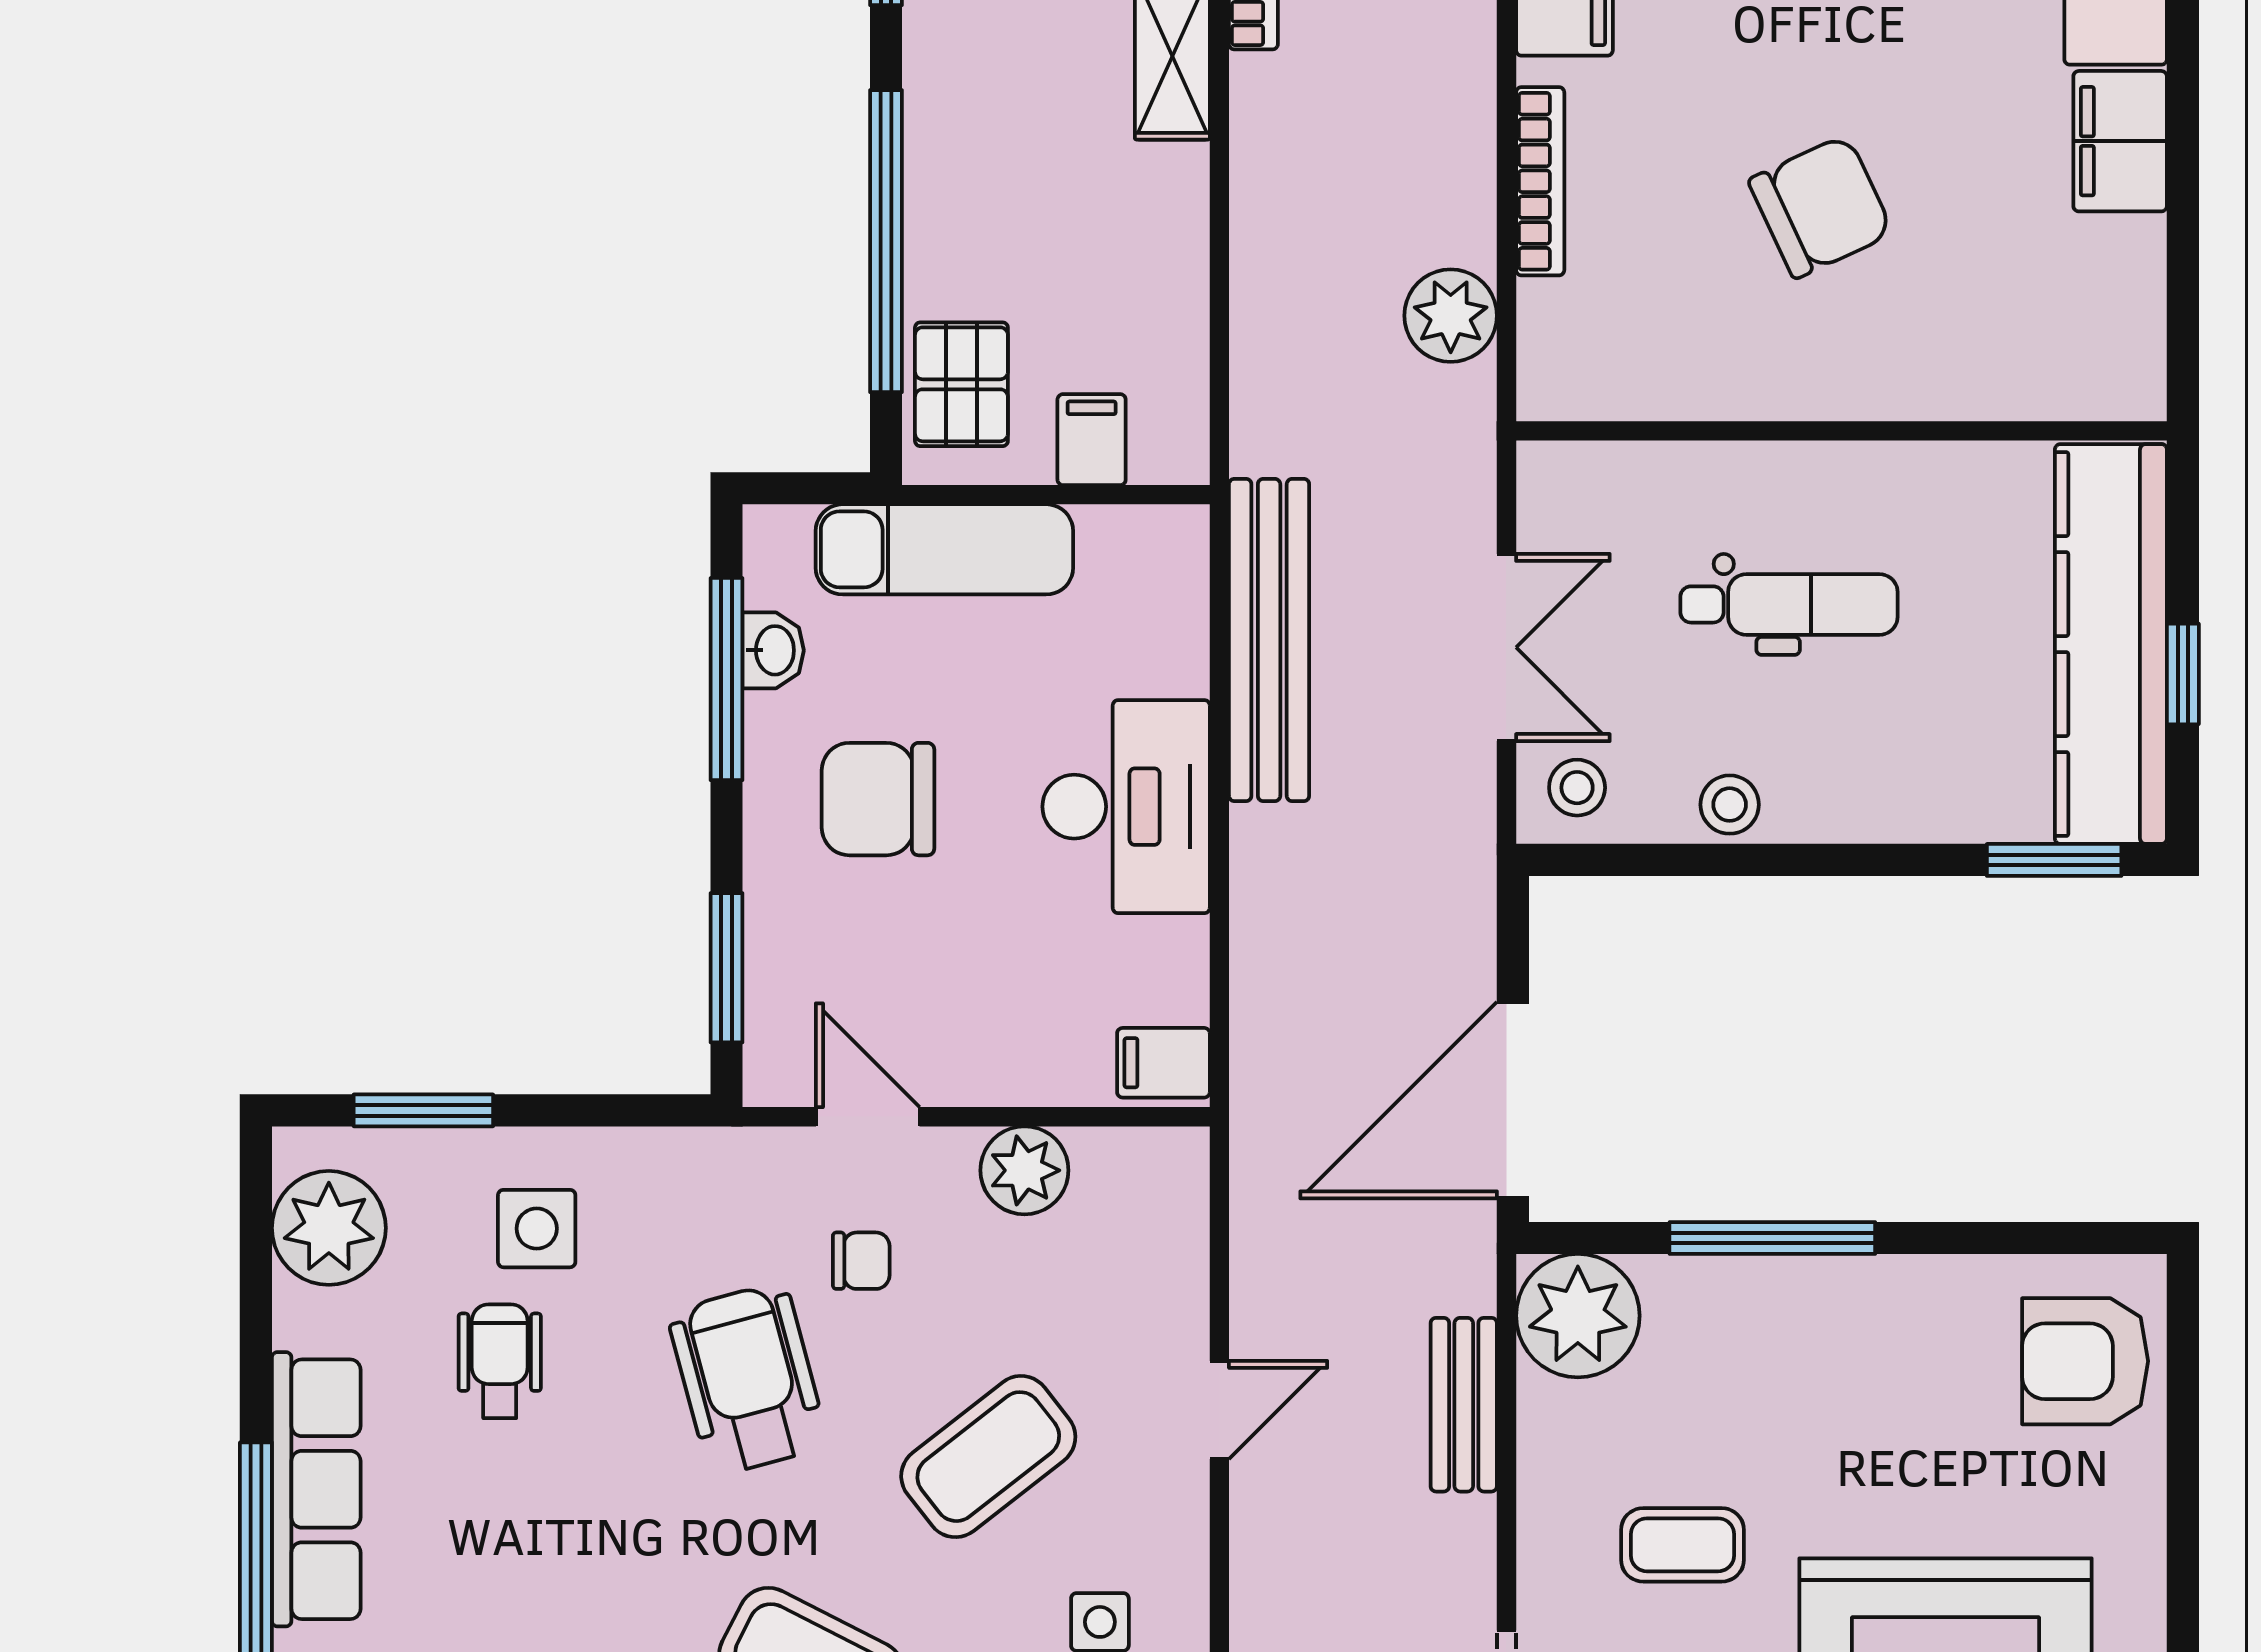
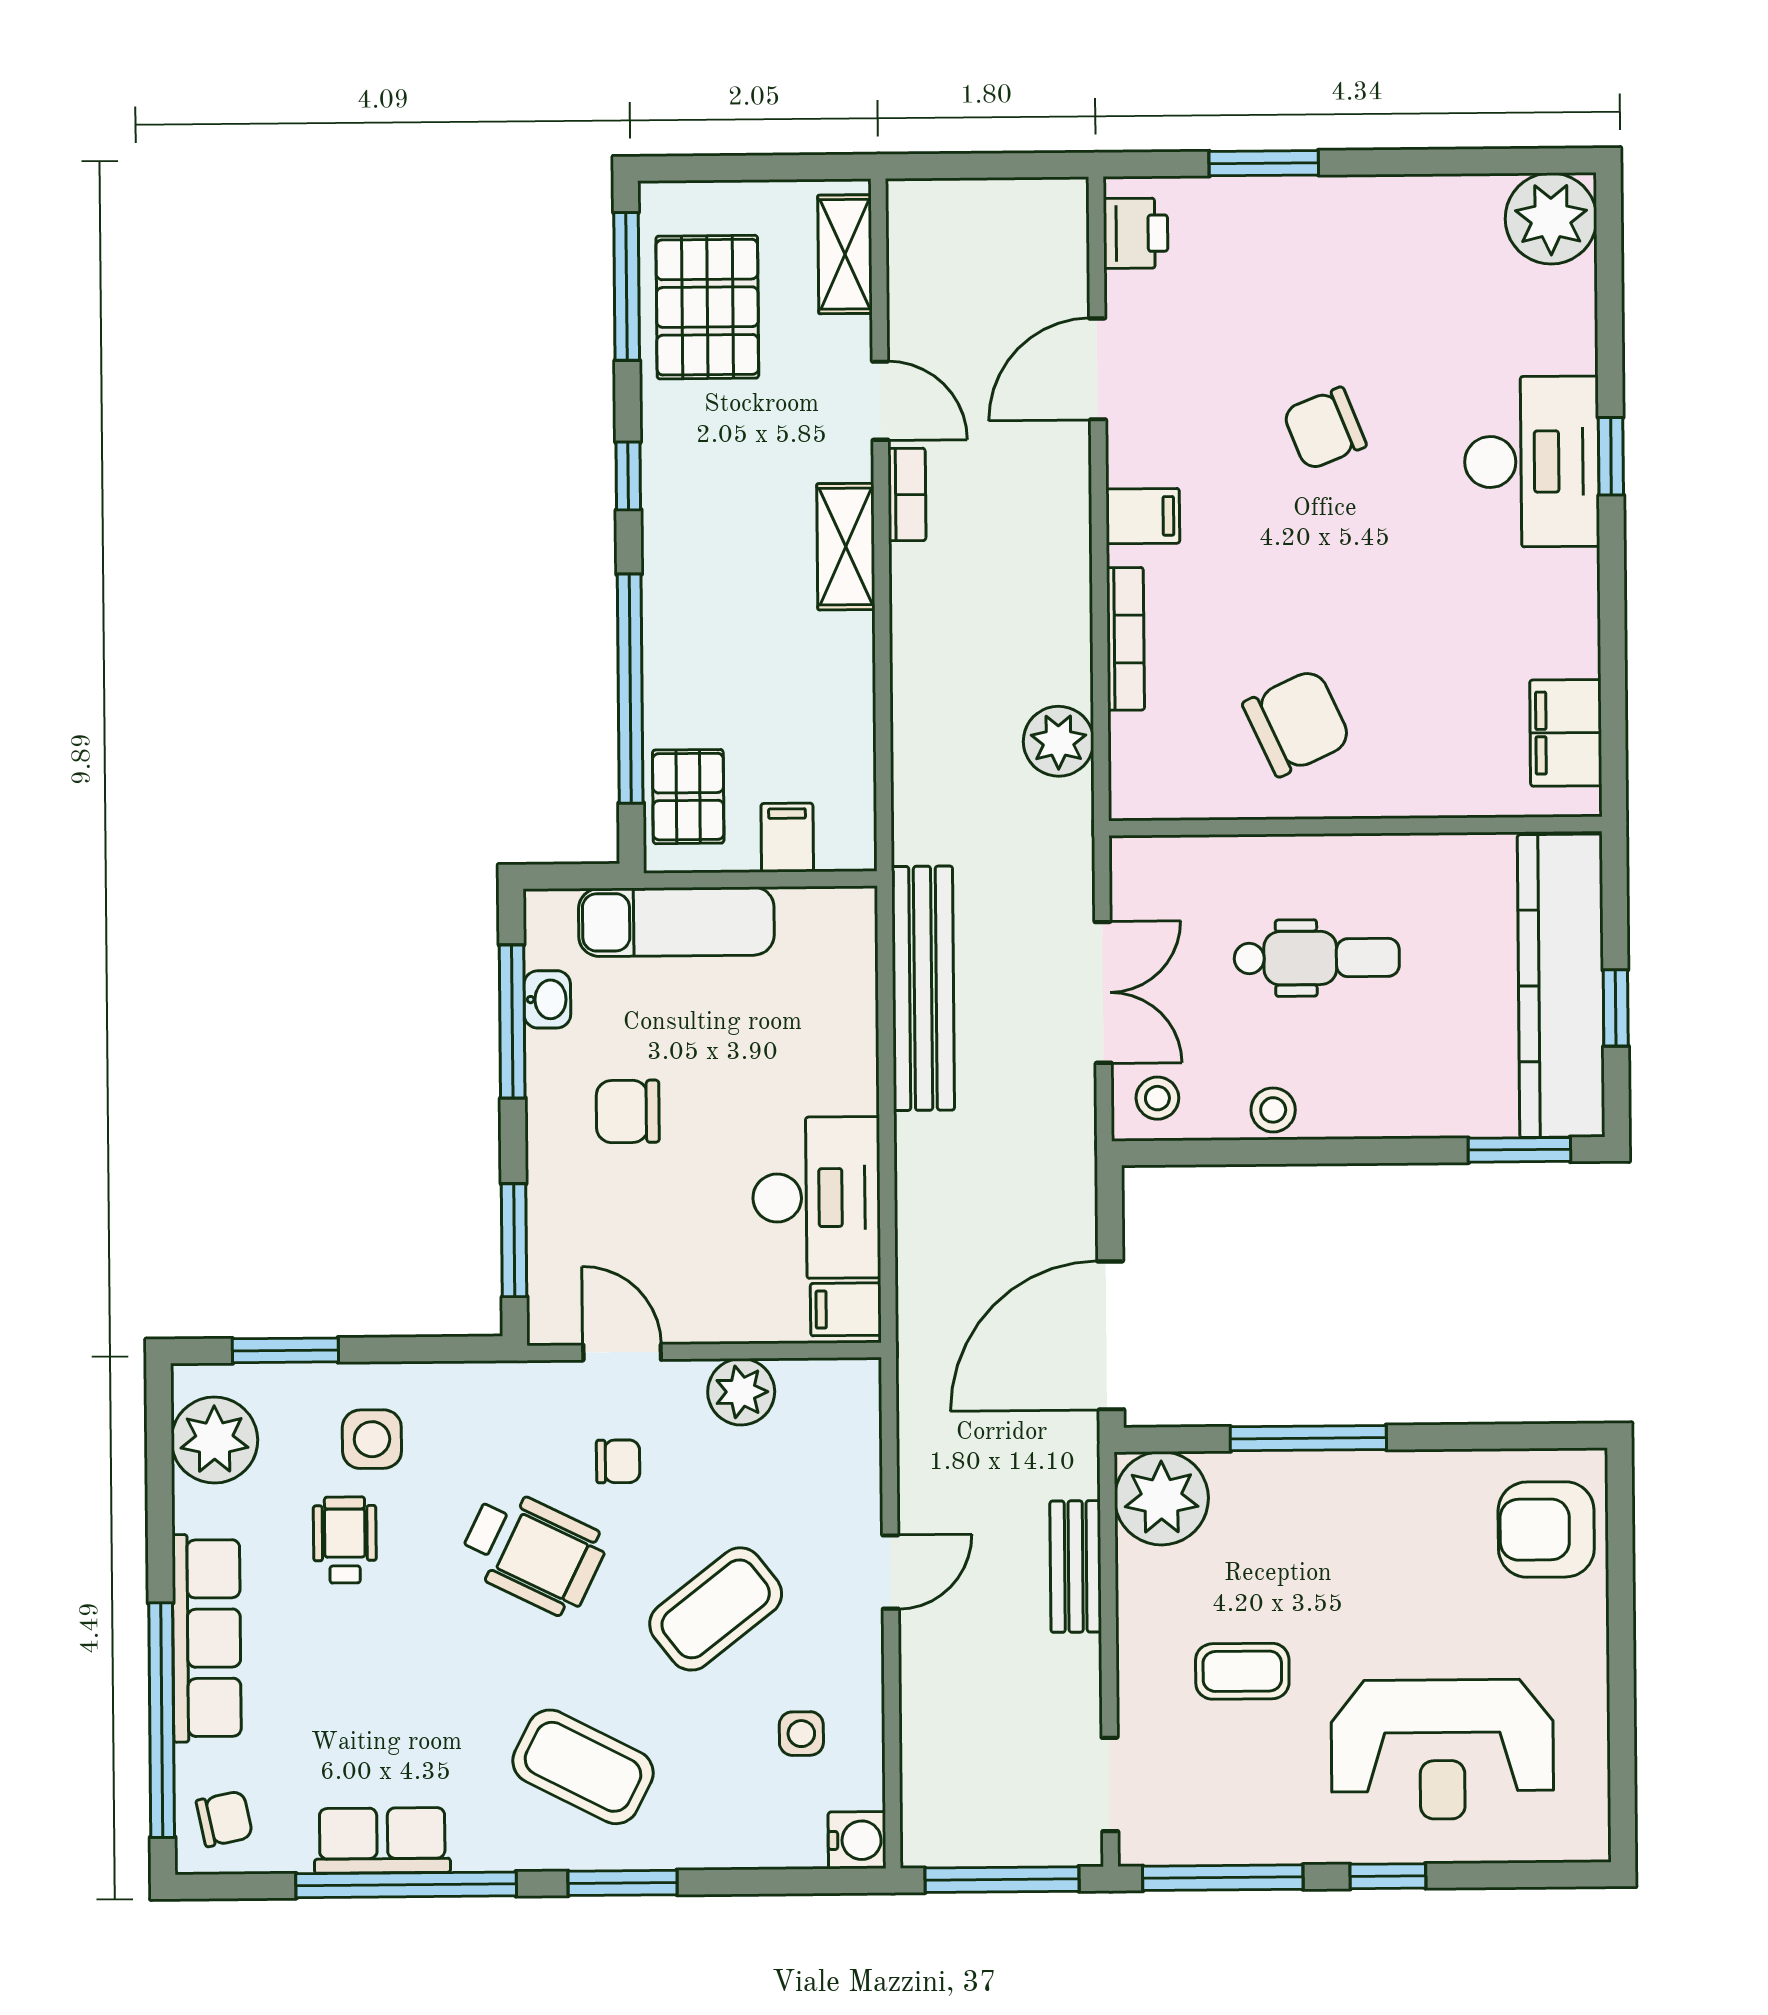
filing cabinet: (2120, 141) -> (1566, 733), moved
chair: (1821, 207) -> (1297, 723), moved
chair: (878, 799) -> (628, 1111), width x0.73, depth x0.73
desk: (1126, 807) -> (817, 1198), moved
wheelchair: (748, 1379) -> (533, 1552), turned 131

